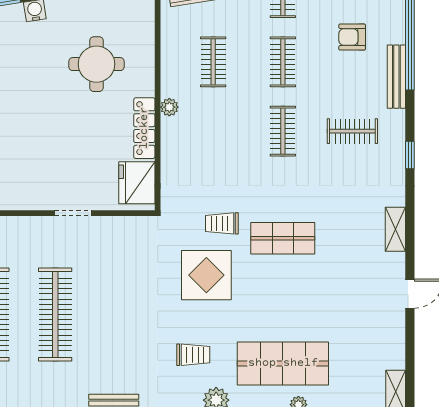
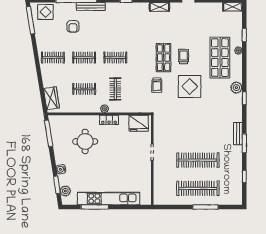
locker: (144, 128) -> (109, 120), width x0.66
clothes rail: (352, 131) -> (115, 89), moved
display table: (206, 275) -> (190, 87), moved
trolley: (193, 355) -> (184, 57), moved

